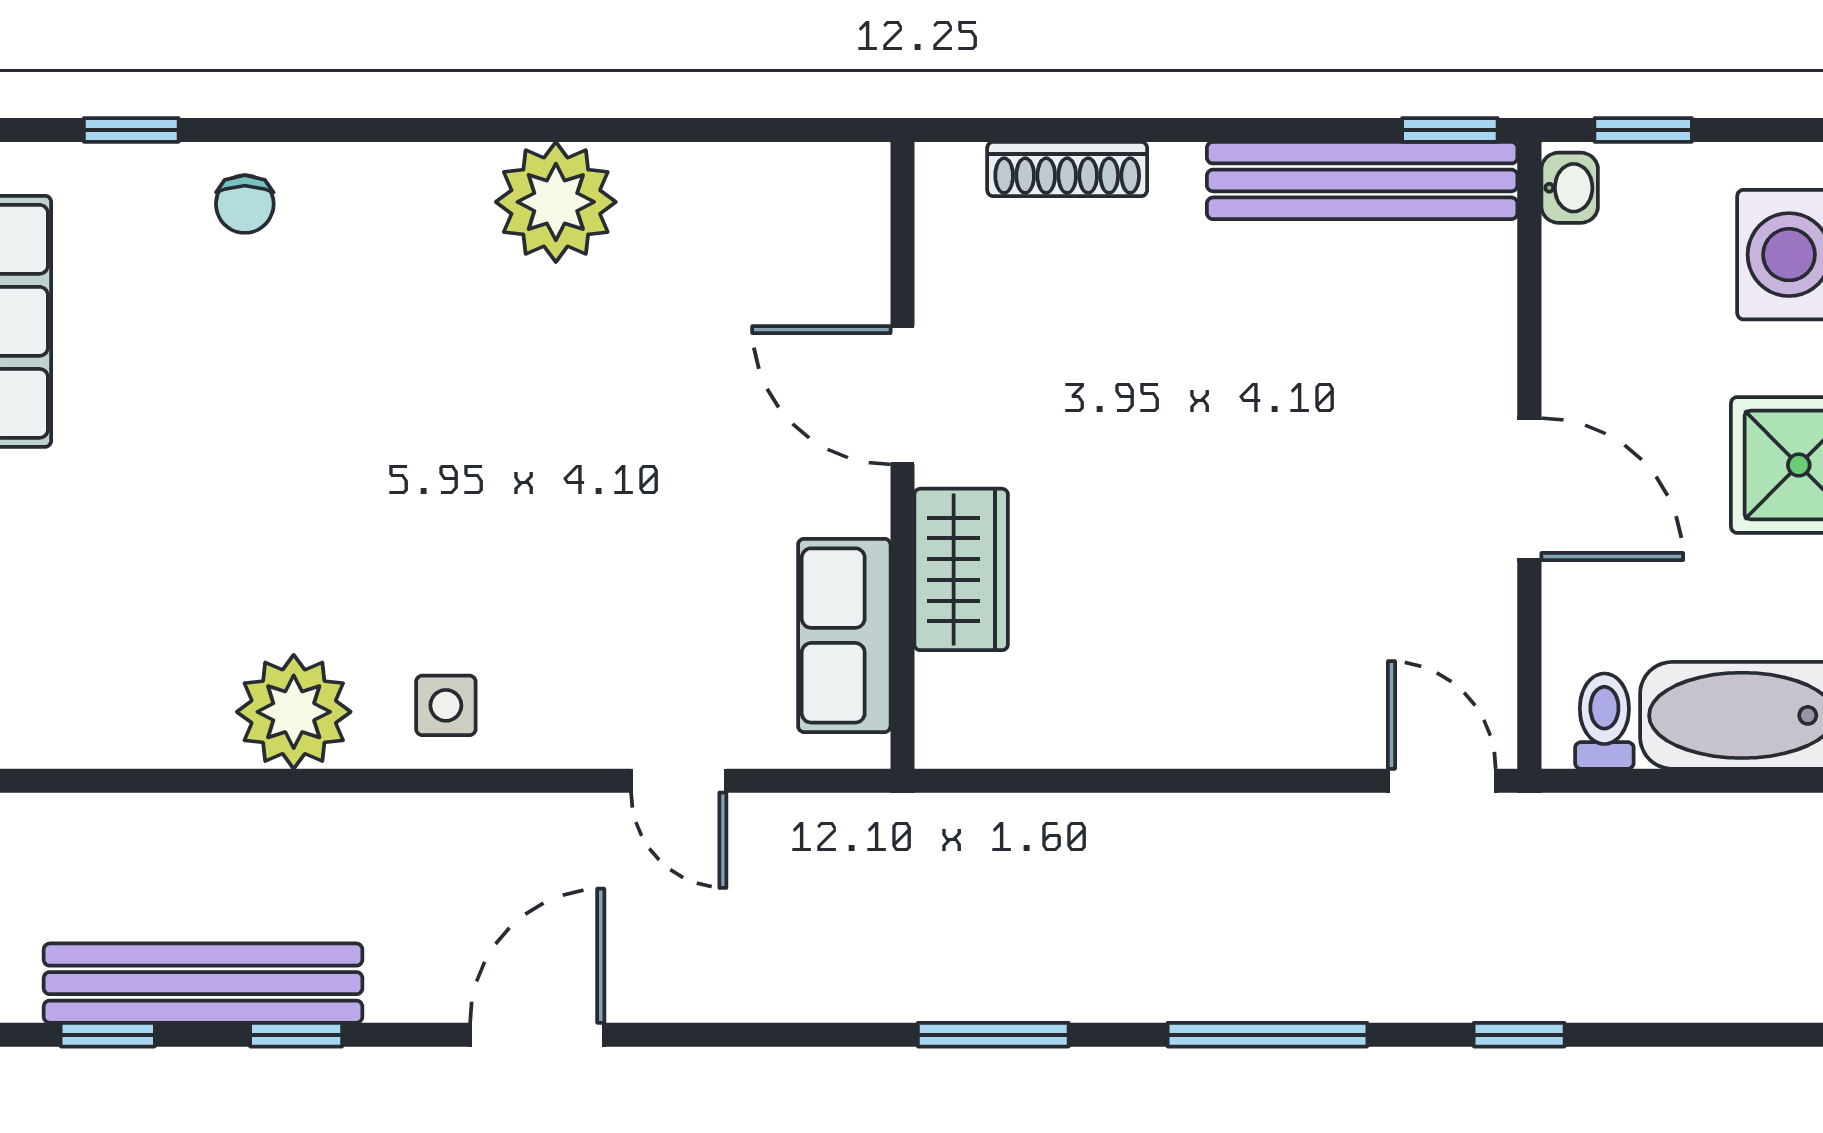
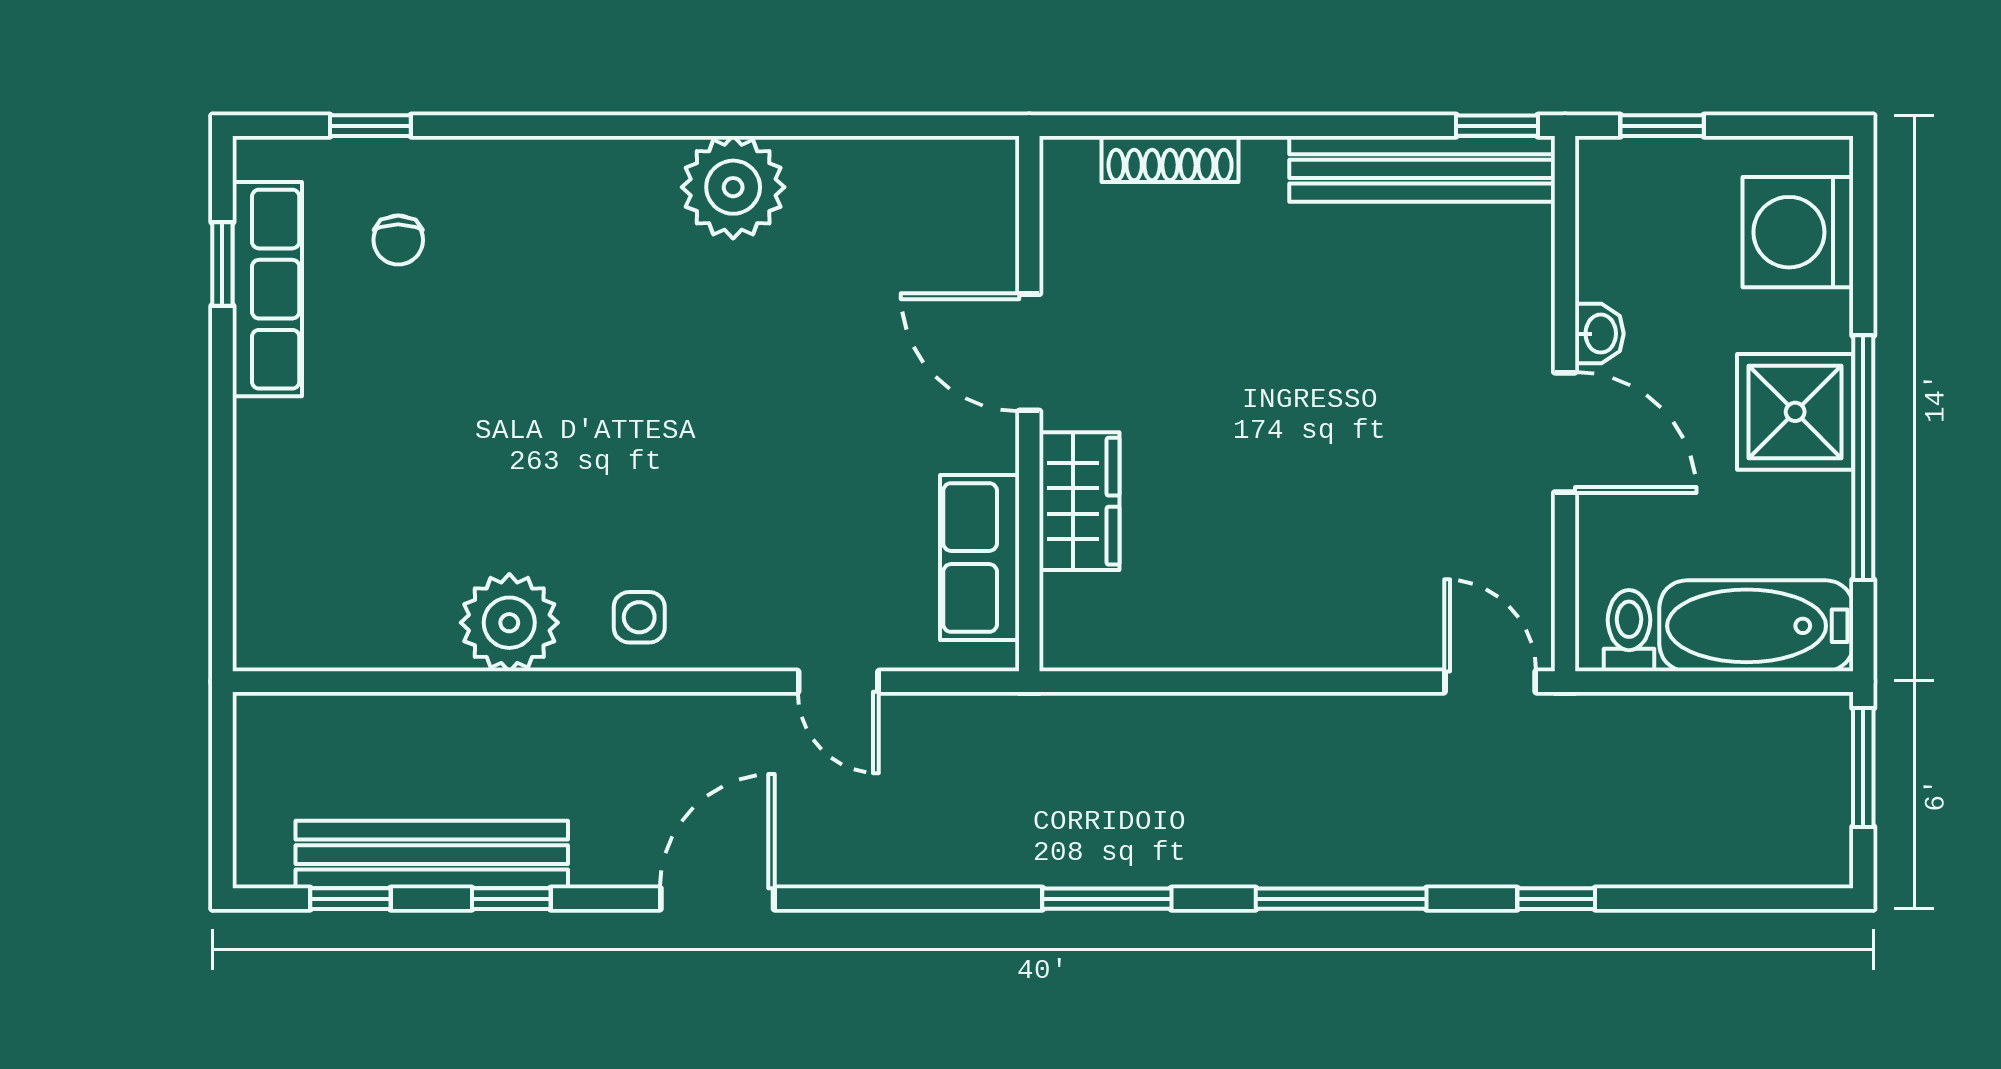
washbasin: (1570, 188) -> (1599, 334), moved
chair: (245, 204) -> (398, 240), moved

